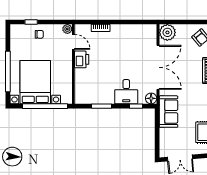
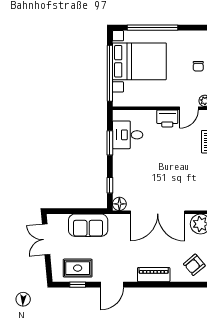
desk: (126, 92) -> (128, 135), moved
sofa: (168, 112) -> (88, 225), moved

